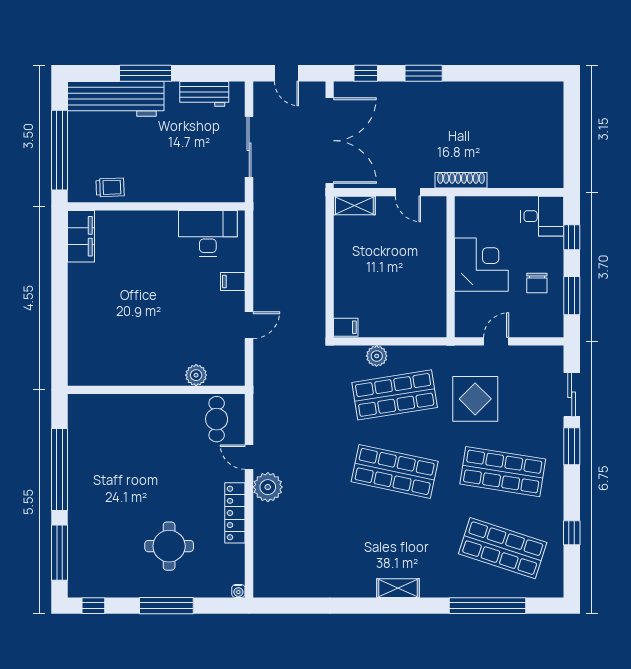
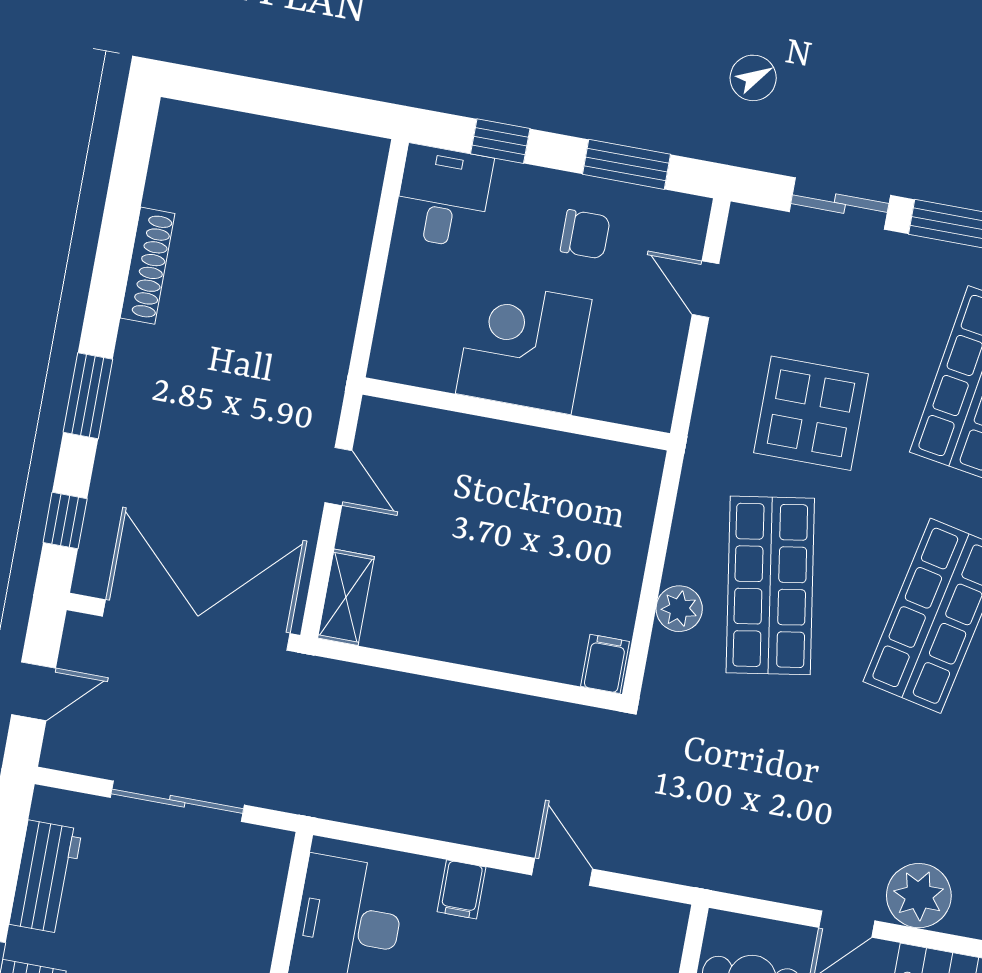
shoe rack: (461, 180) -> (148, 266), moved, turned 180
door: (408, 192) -> (338, 476), hinge flipped
door: (496, 341) -> (705, 289), moved

